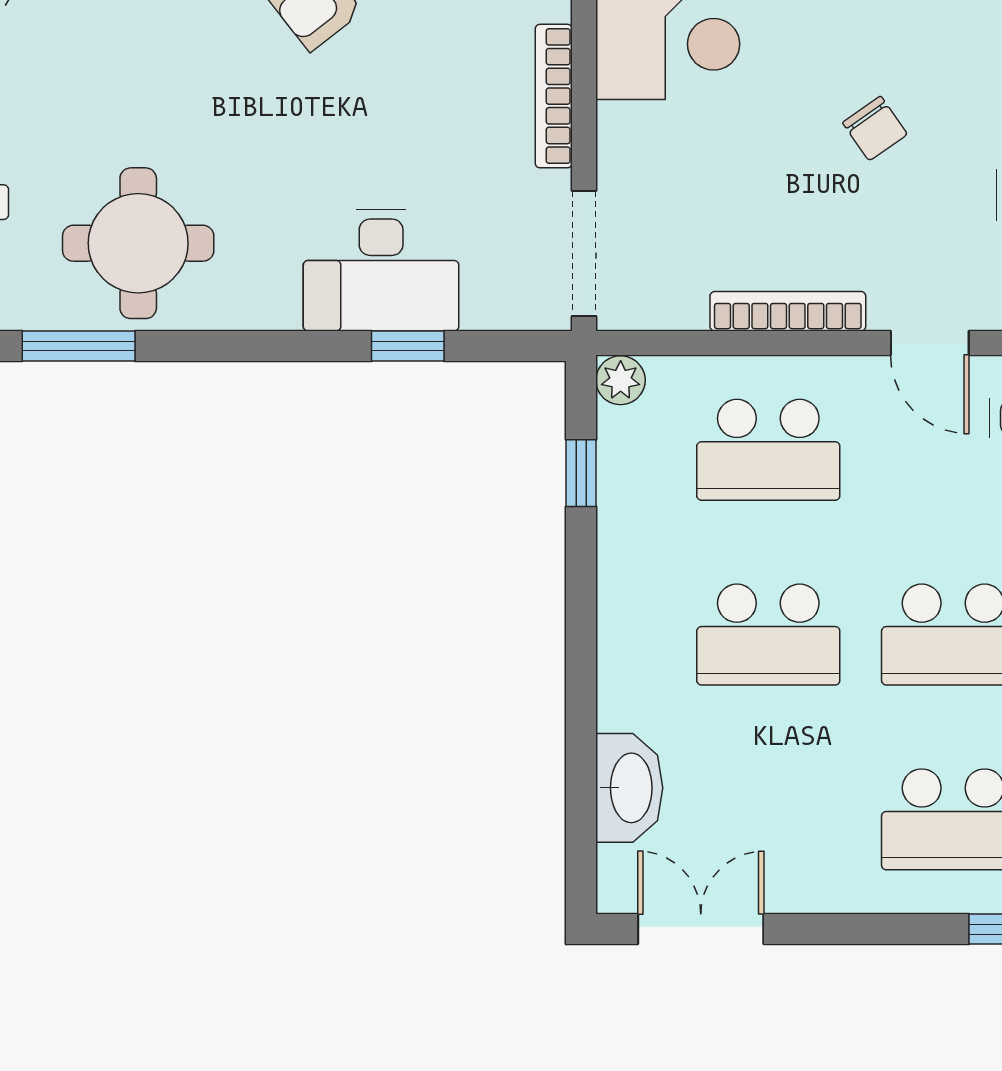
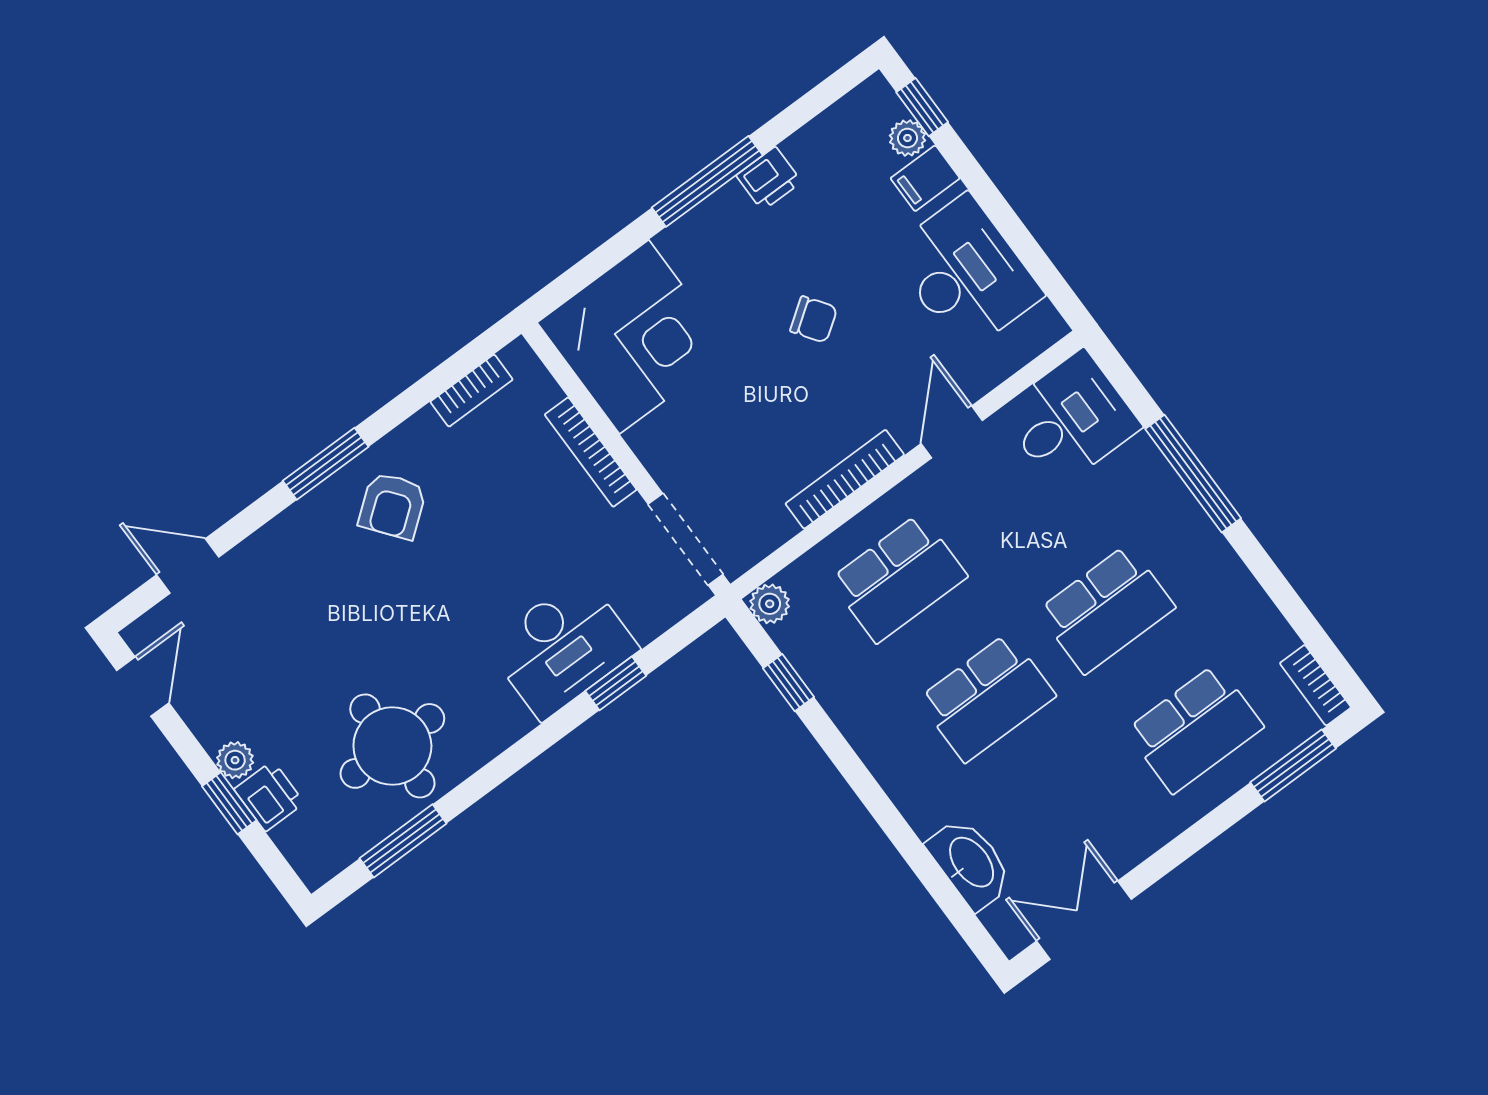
door: (930, 343) -> (952, 432), swing flipped

